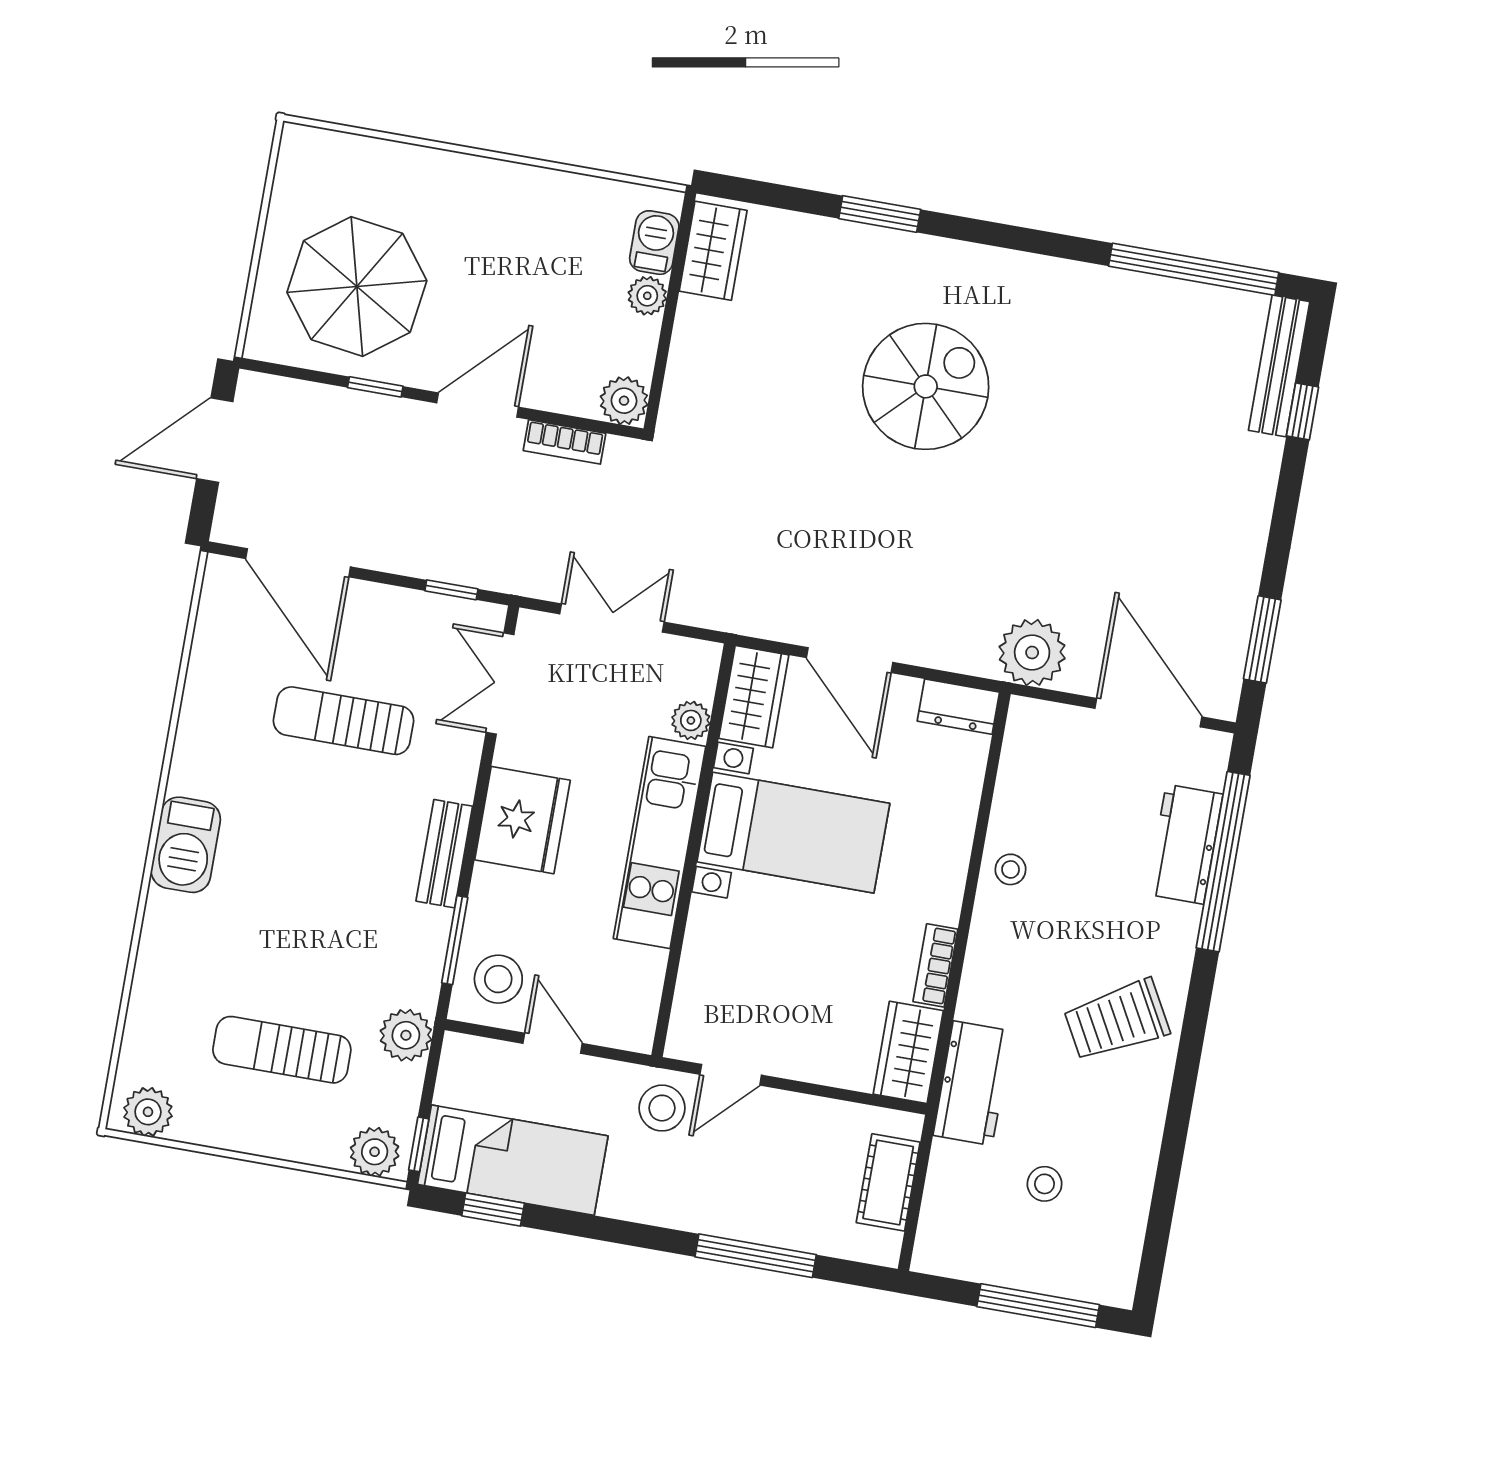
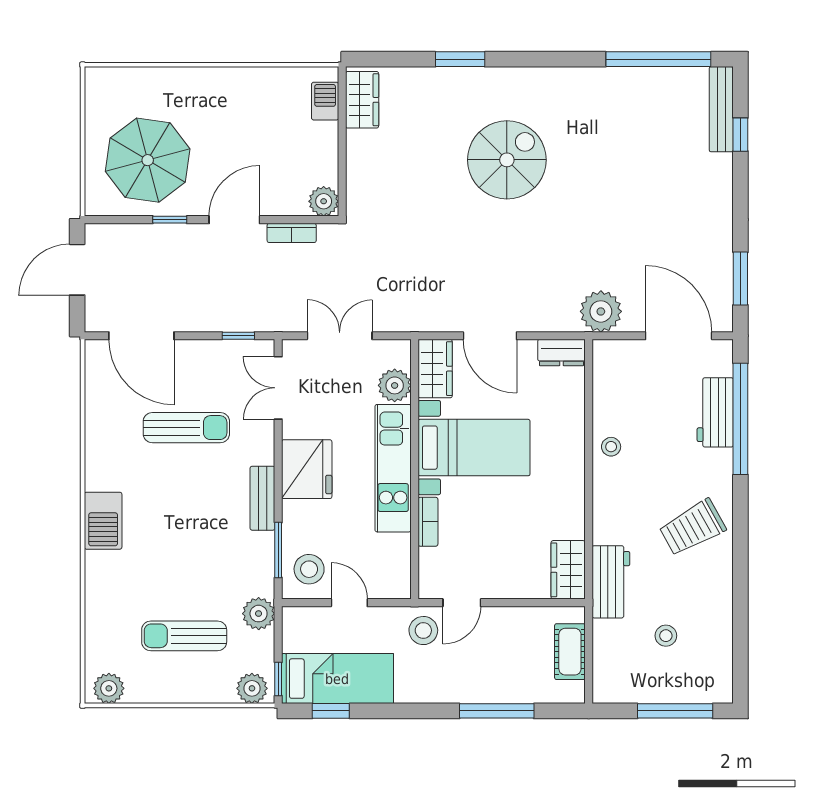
plant: (647, 296) -> (327, 134), removed
plant: (691, 720) -> (395, 385), width x1.38, depth x1.38
sun lounger: (343, 721) -> (186, 428), turned 180
bookcase: (935, 965) -> (428, 522), moved, turned 180

